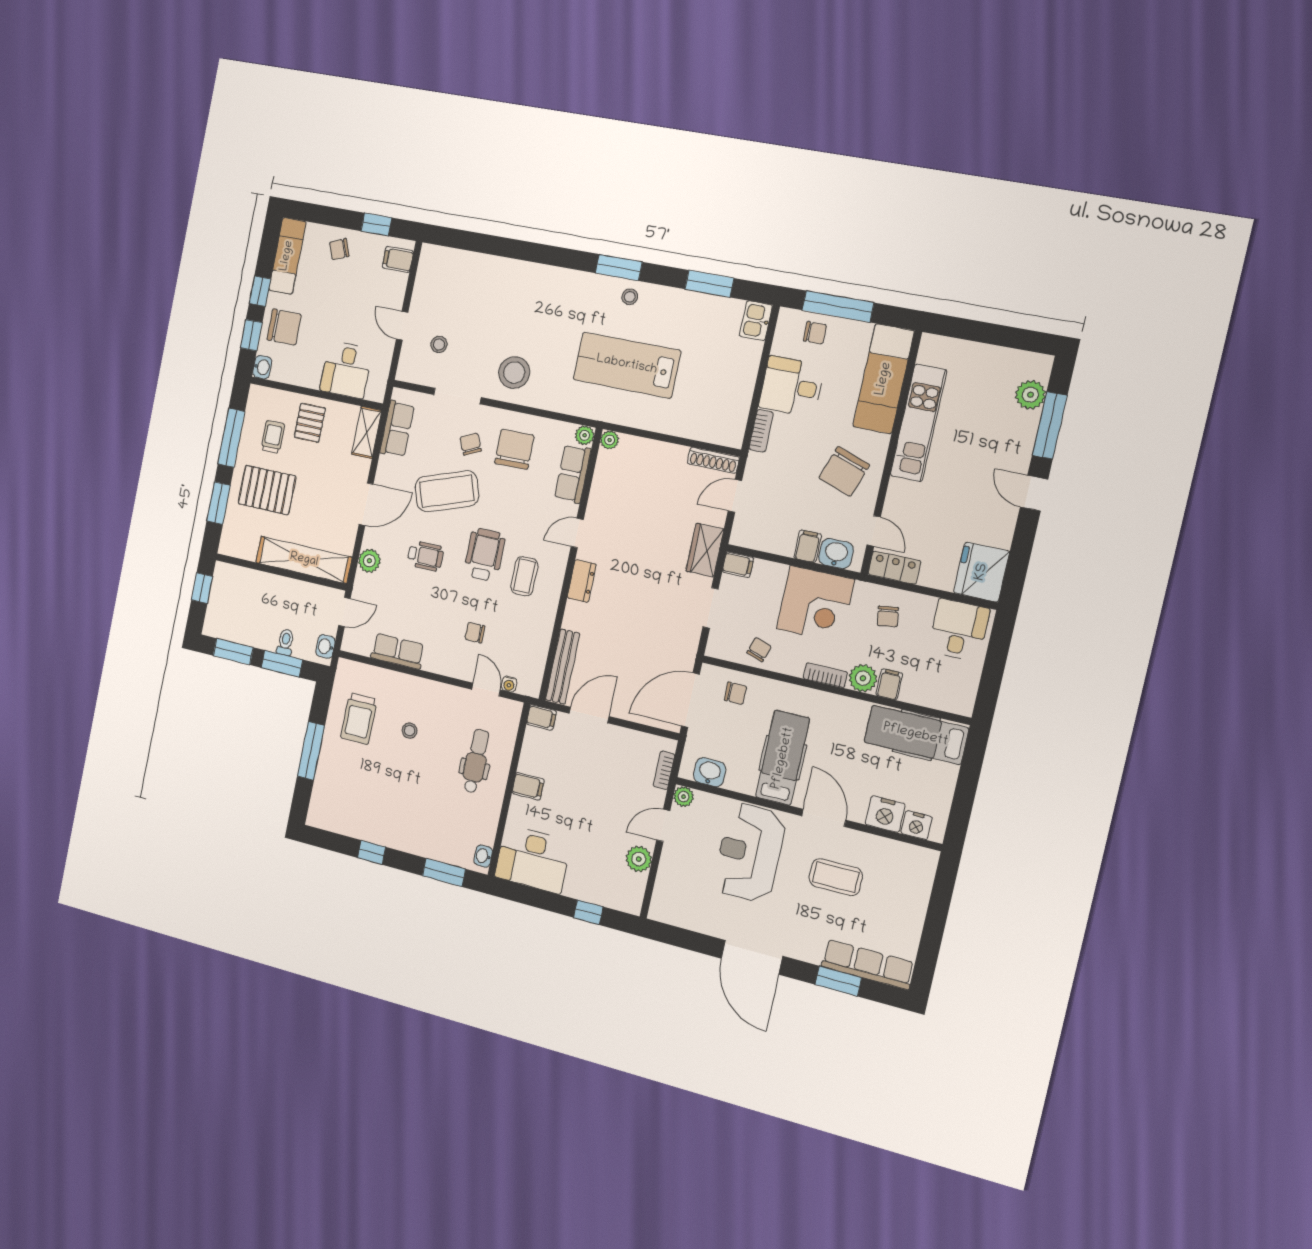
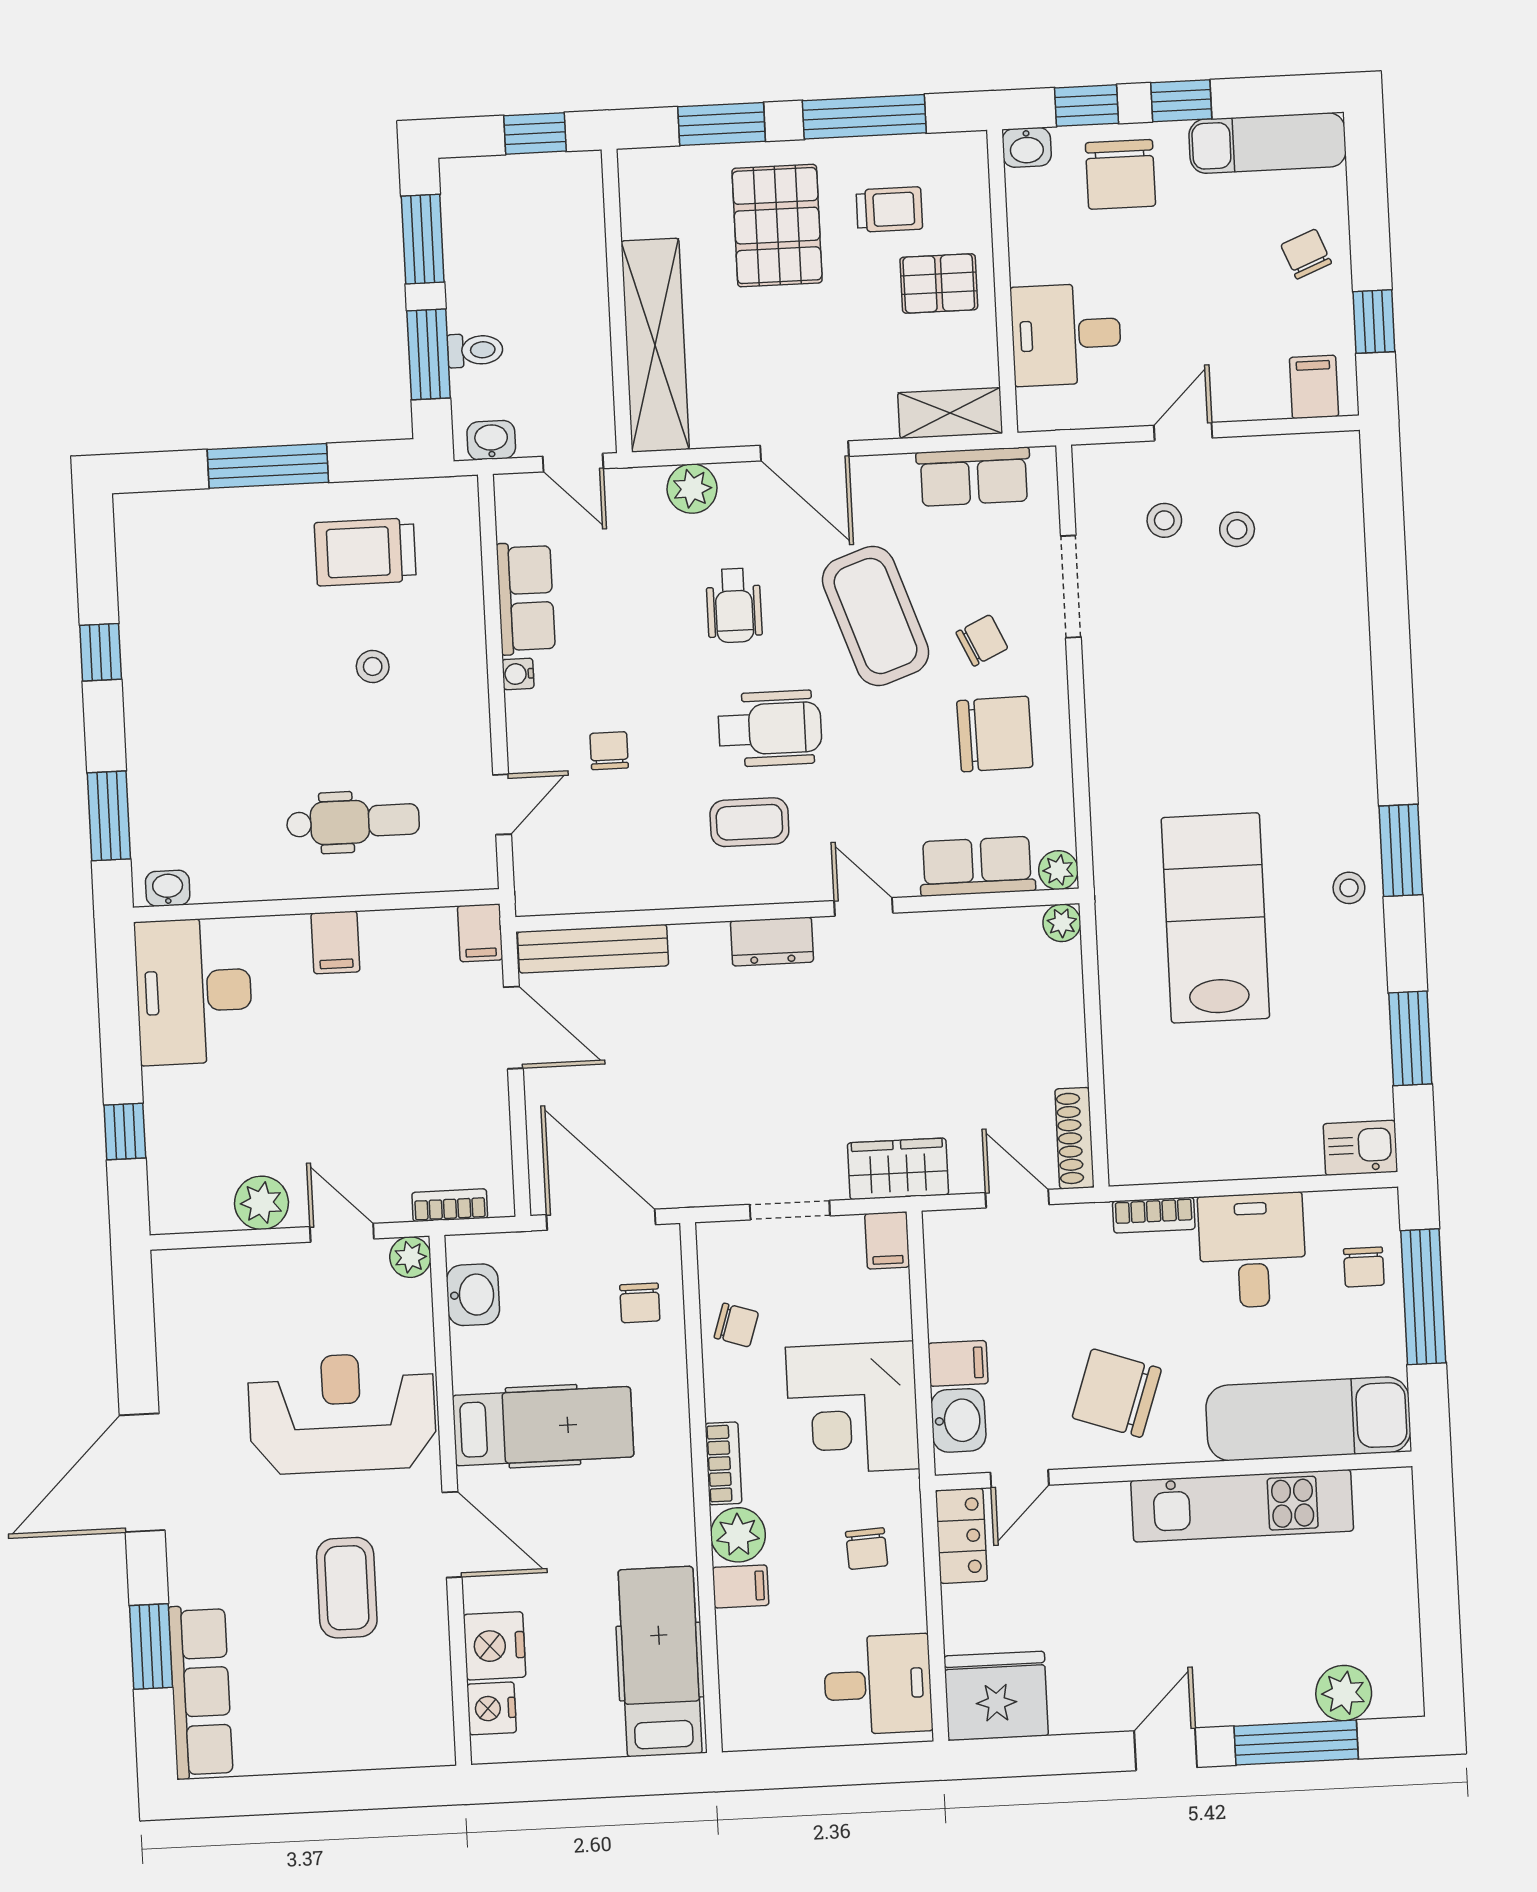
stool: (514, 373) -> (1237, 529), moved, width x0.53, depth x0.53
chair: (888, 616) -> (867, 1549), turned -85
water cooler: (509, 684) -> (518, 674), moved
door: (824, 818) -> (452, 1535), hinge flipped

